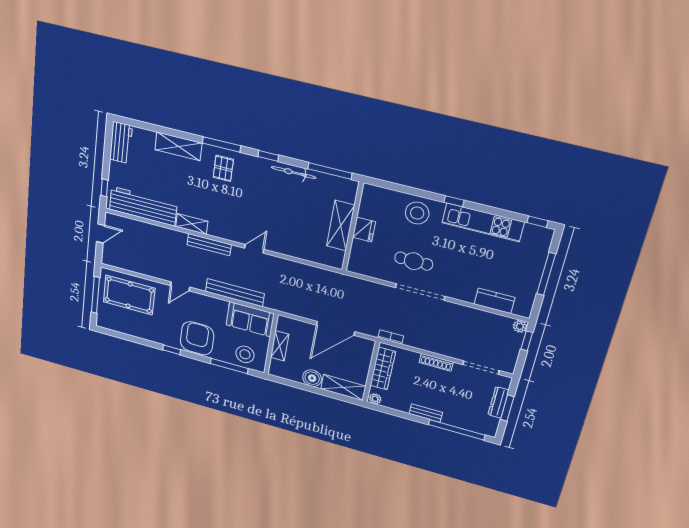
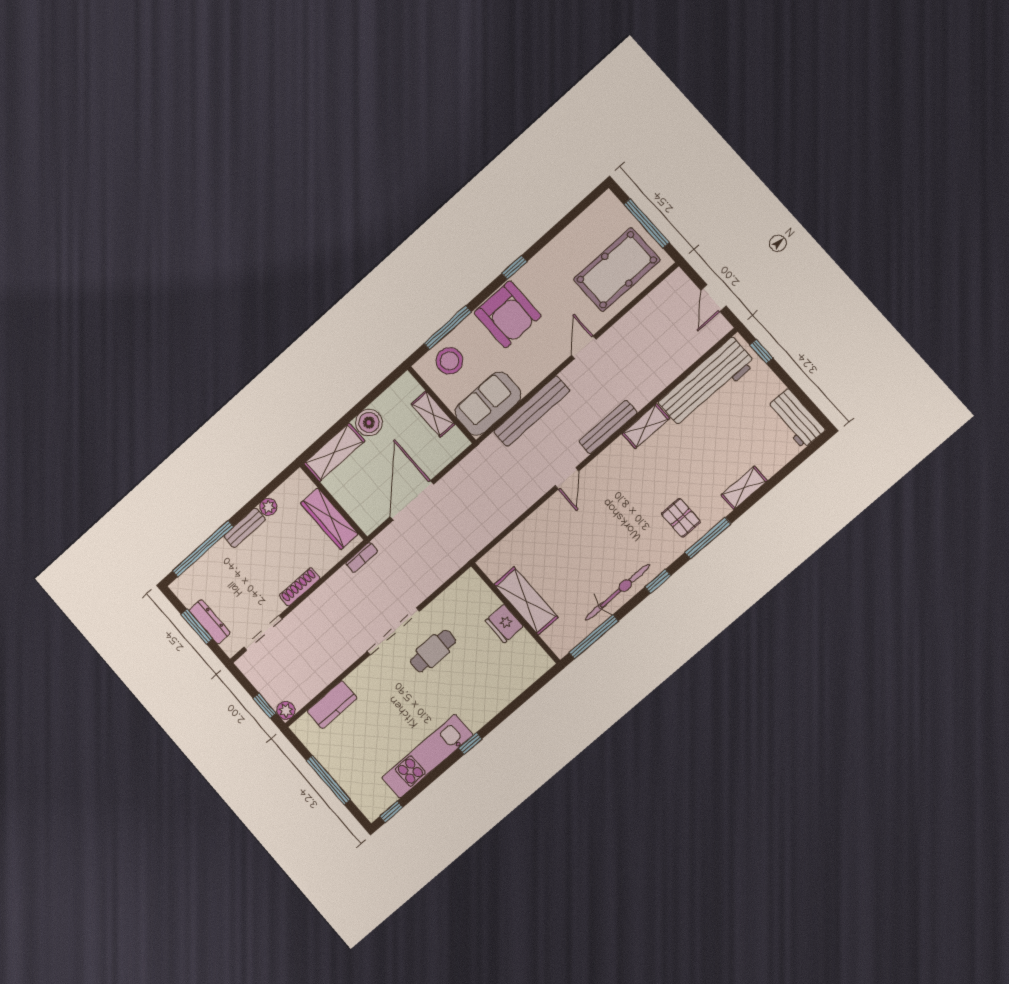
shelving: (178, 146) -> (744, 488), width x0.67, depth x0.75
bicycle: (294, 172) -> (617, 592), width x1.37, depth x1.40
stool: (417, 213) -> (484, 695), removed
plant: (375, 399) -> (268, 507), moved

